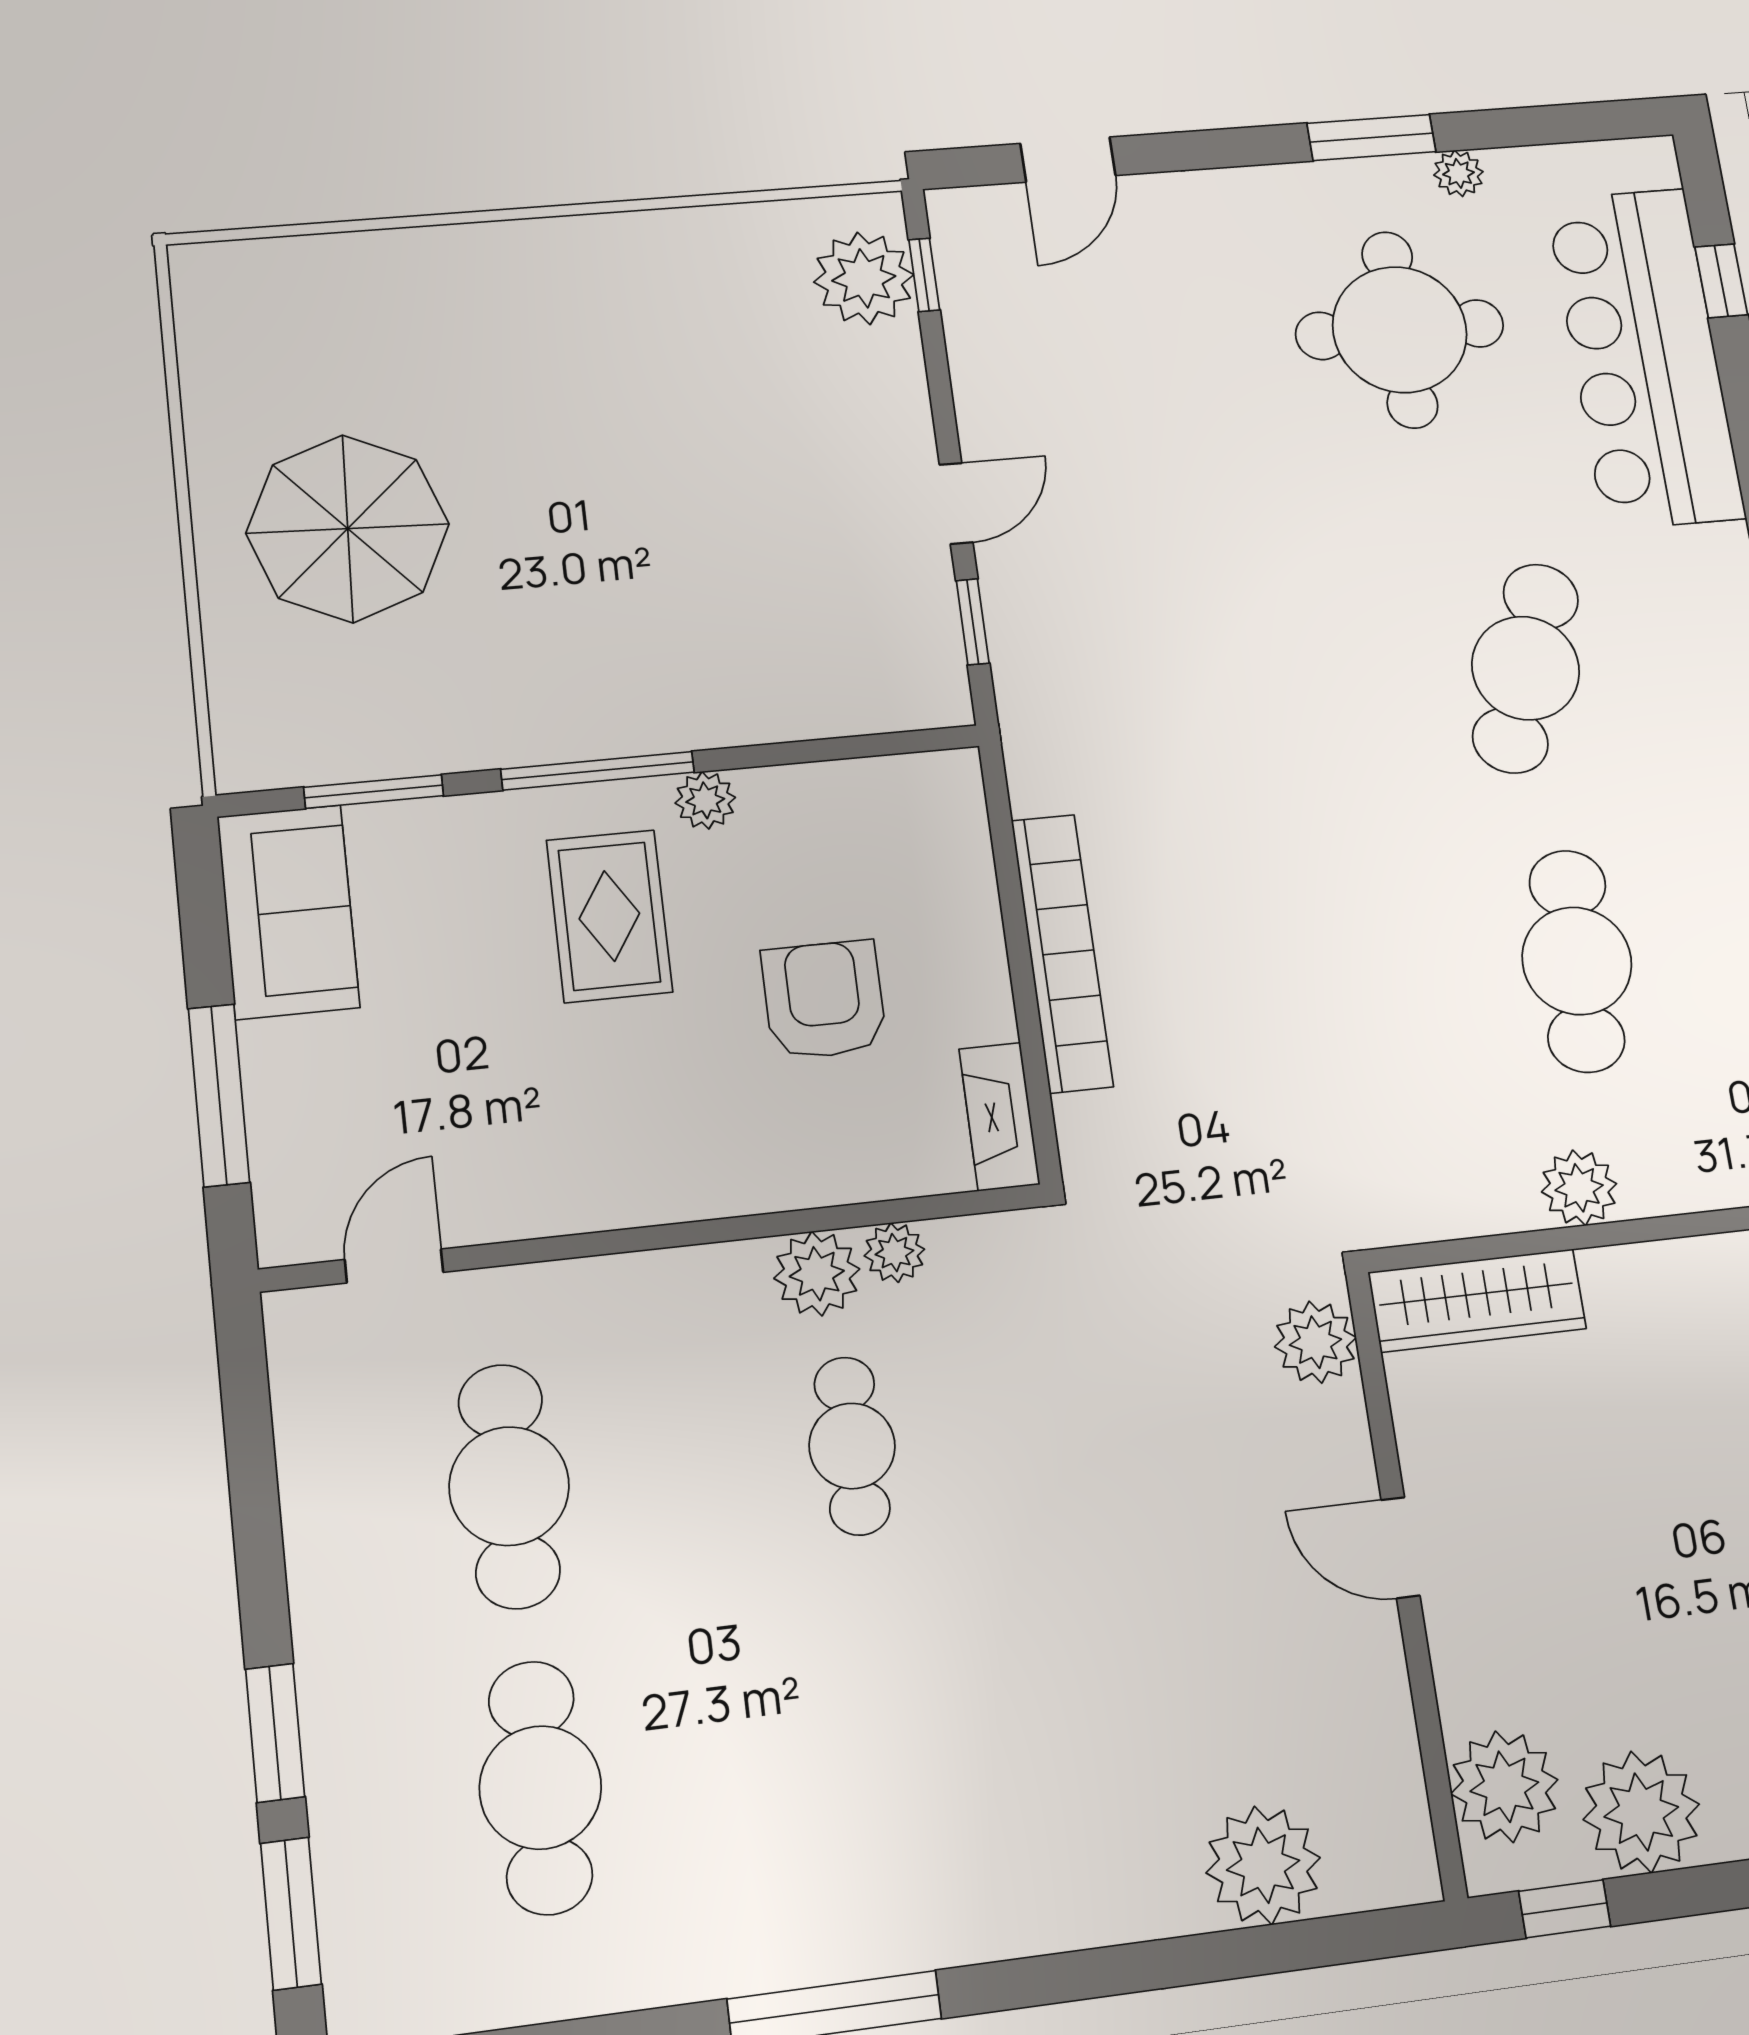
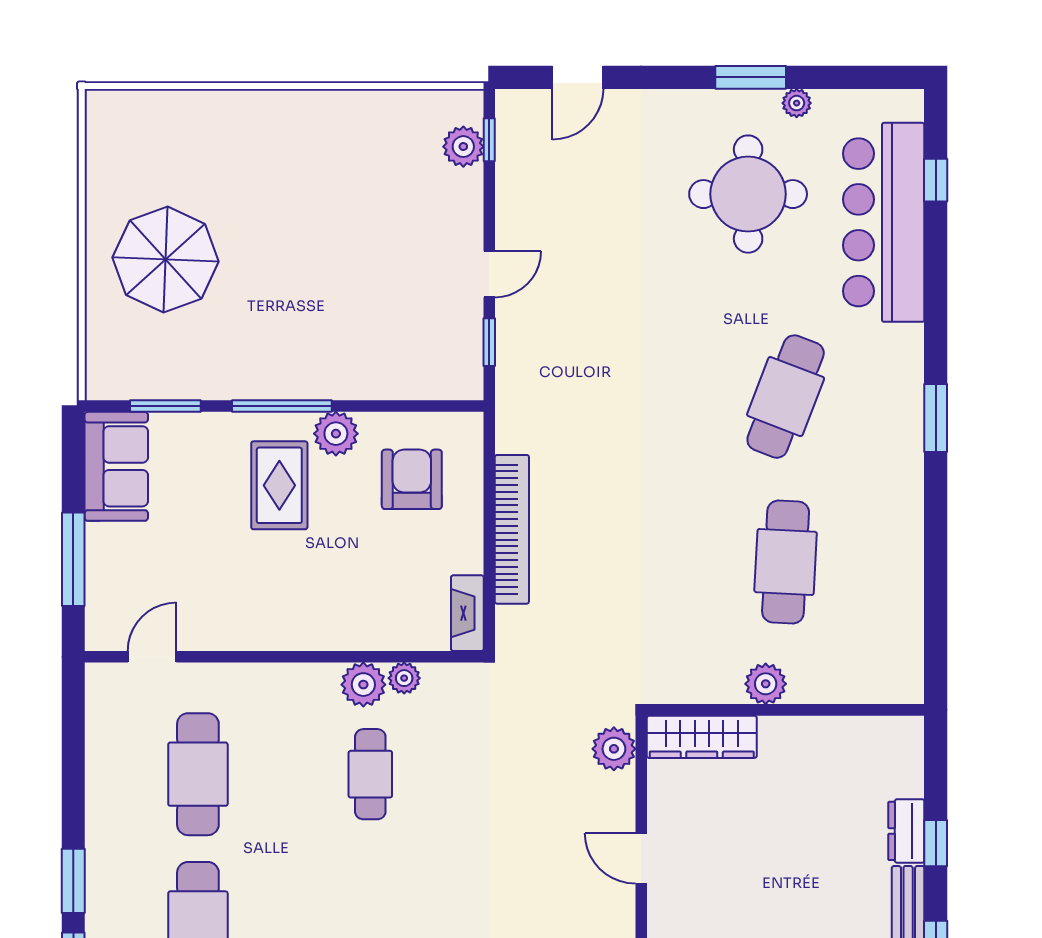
plant: (864, 278) -> (463, 147), width x0.73, depth x0.73
plant: (705, 800) -> (336, 434), width x1.38, depth x1.38
armchair: (824, 1000) -> (412, 479), moved

